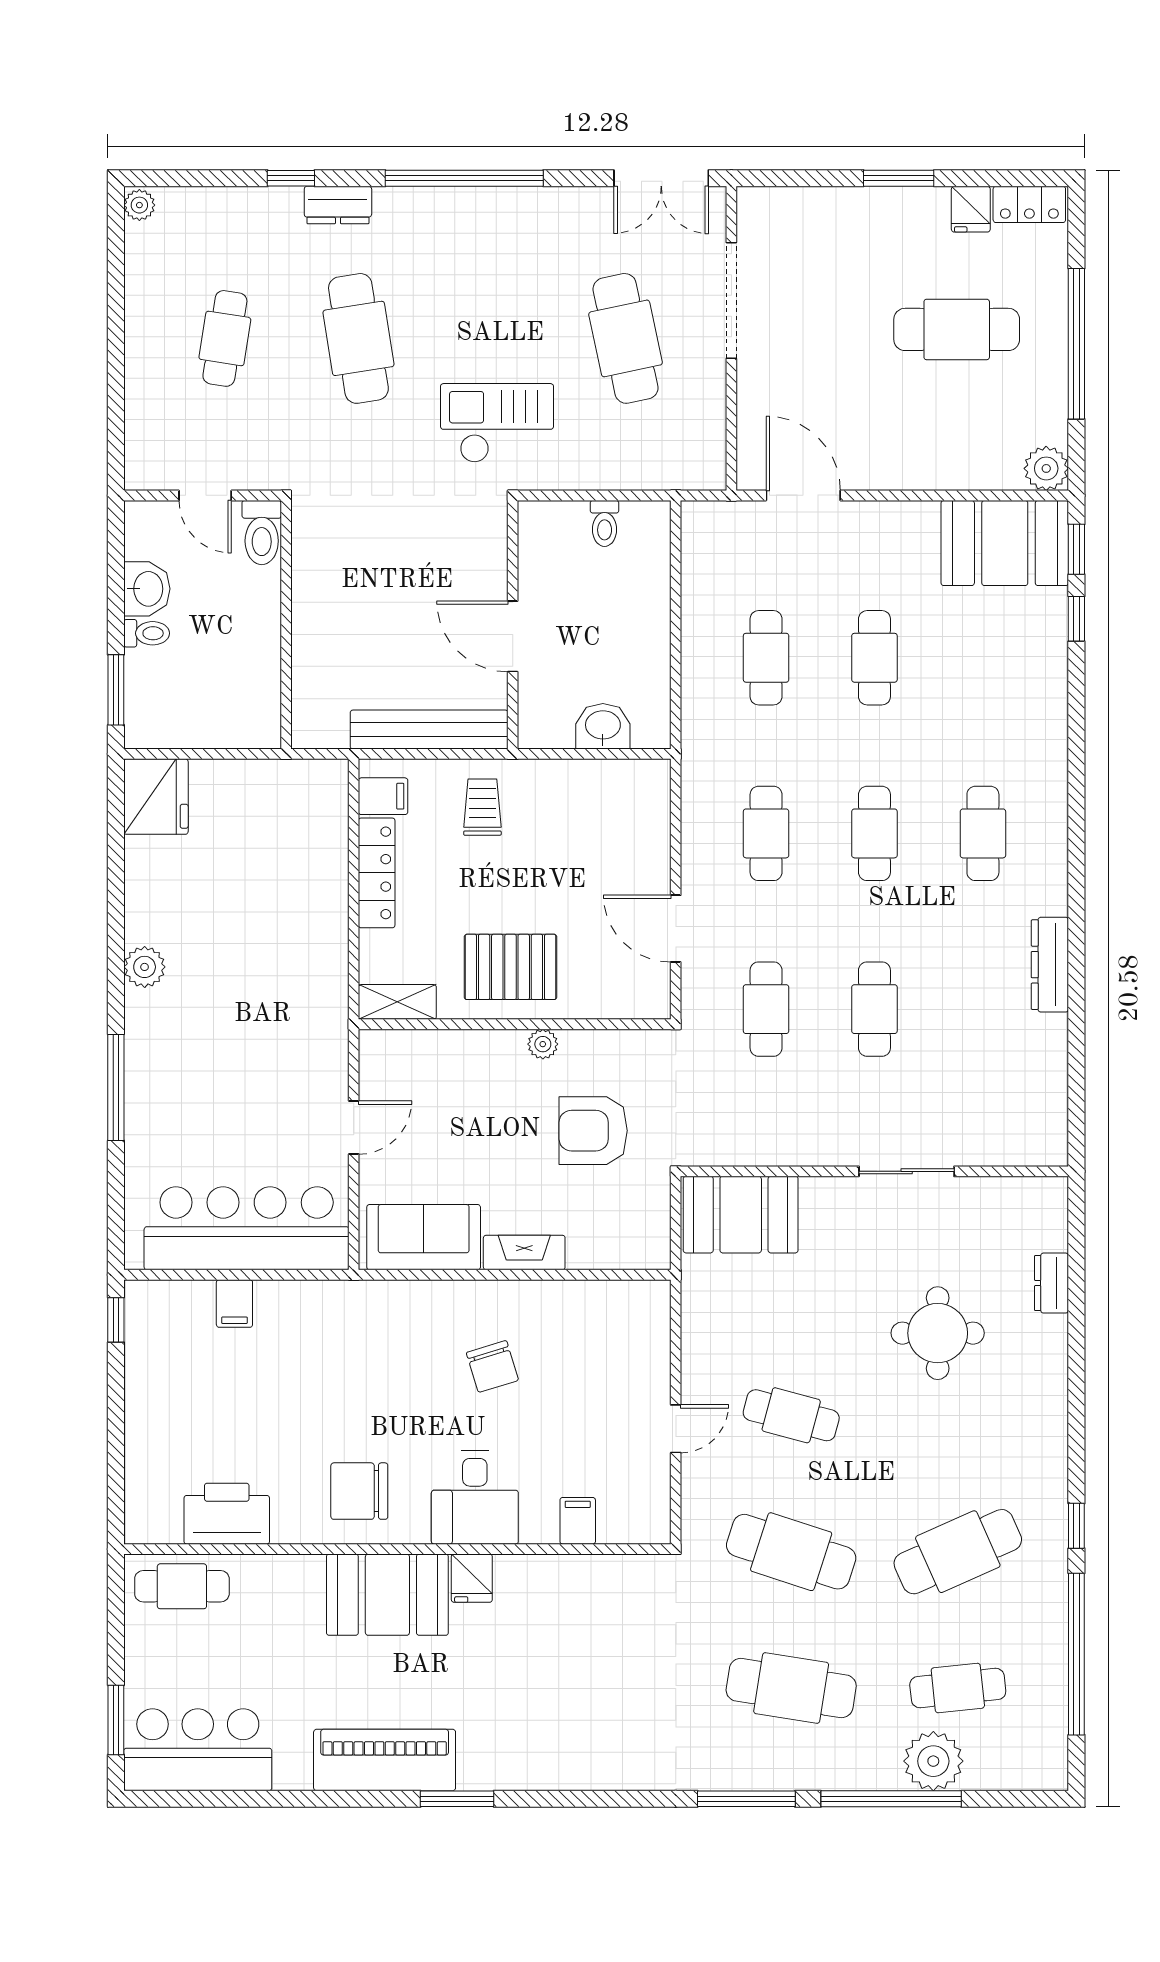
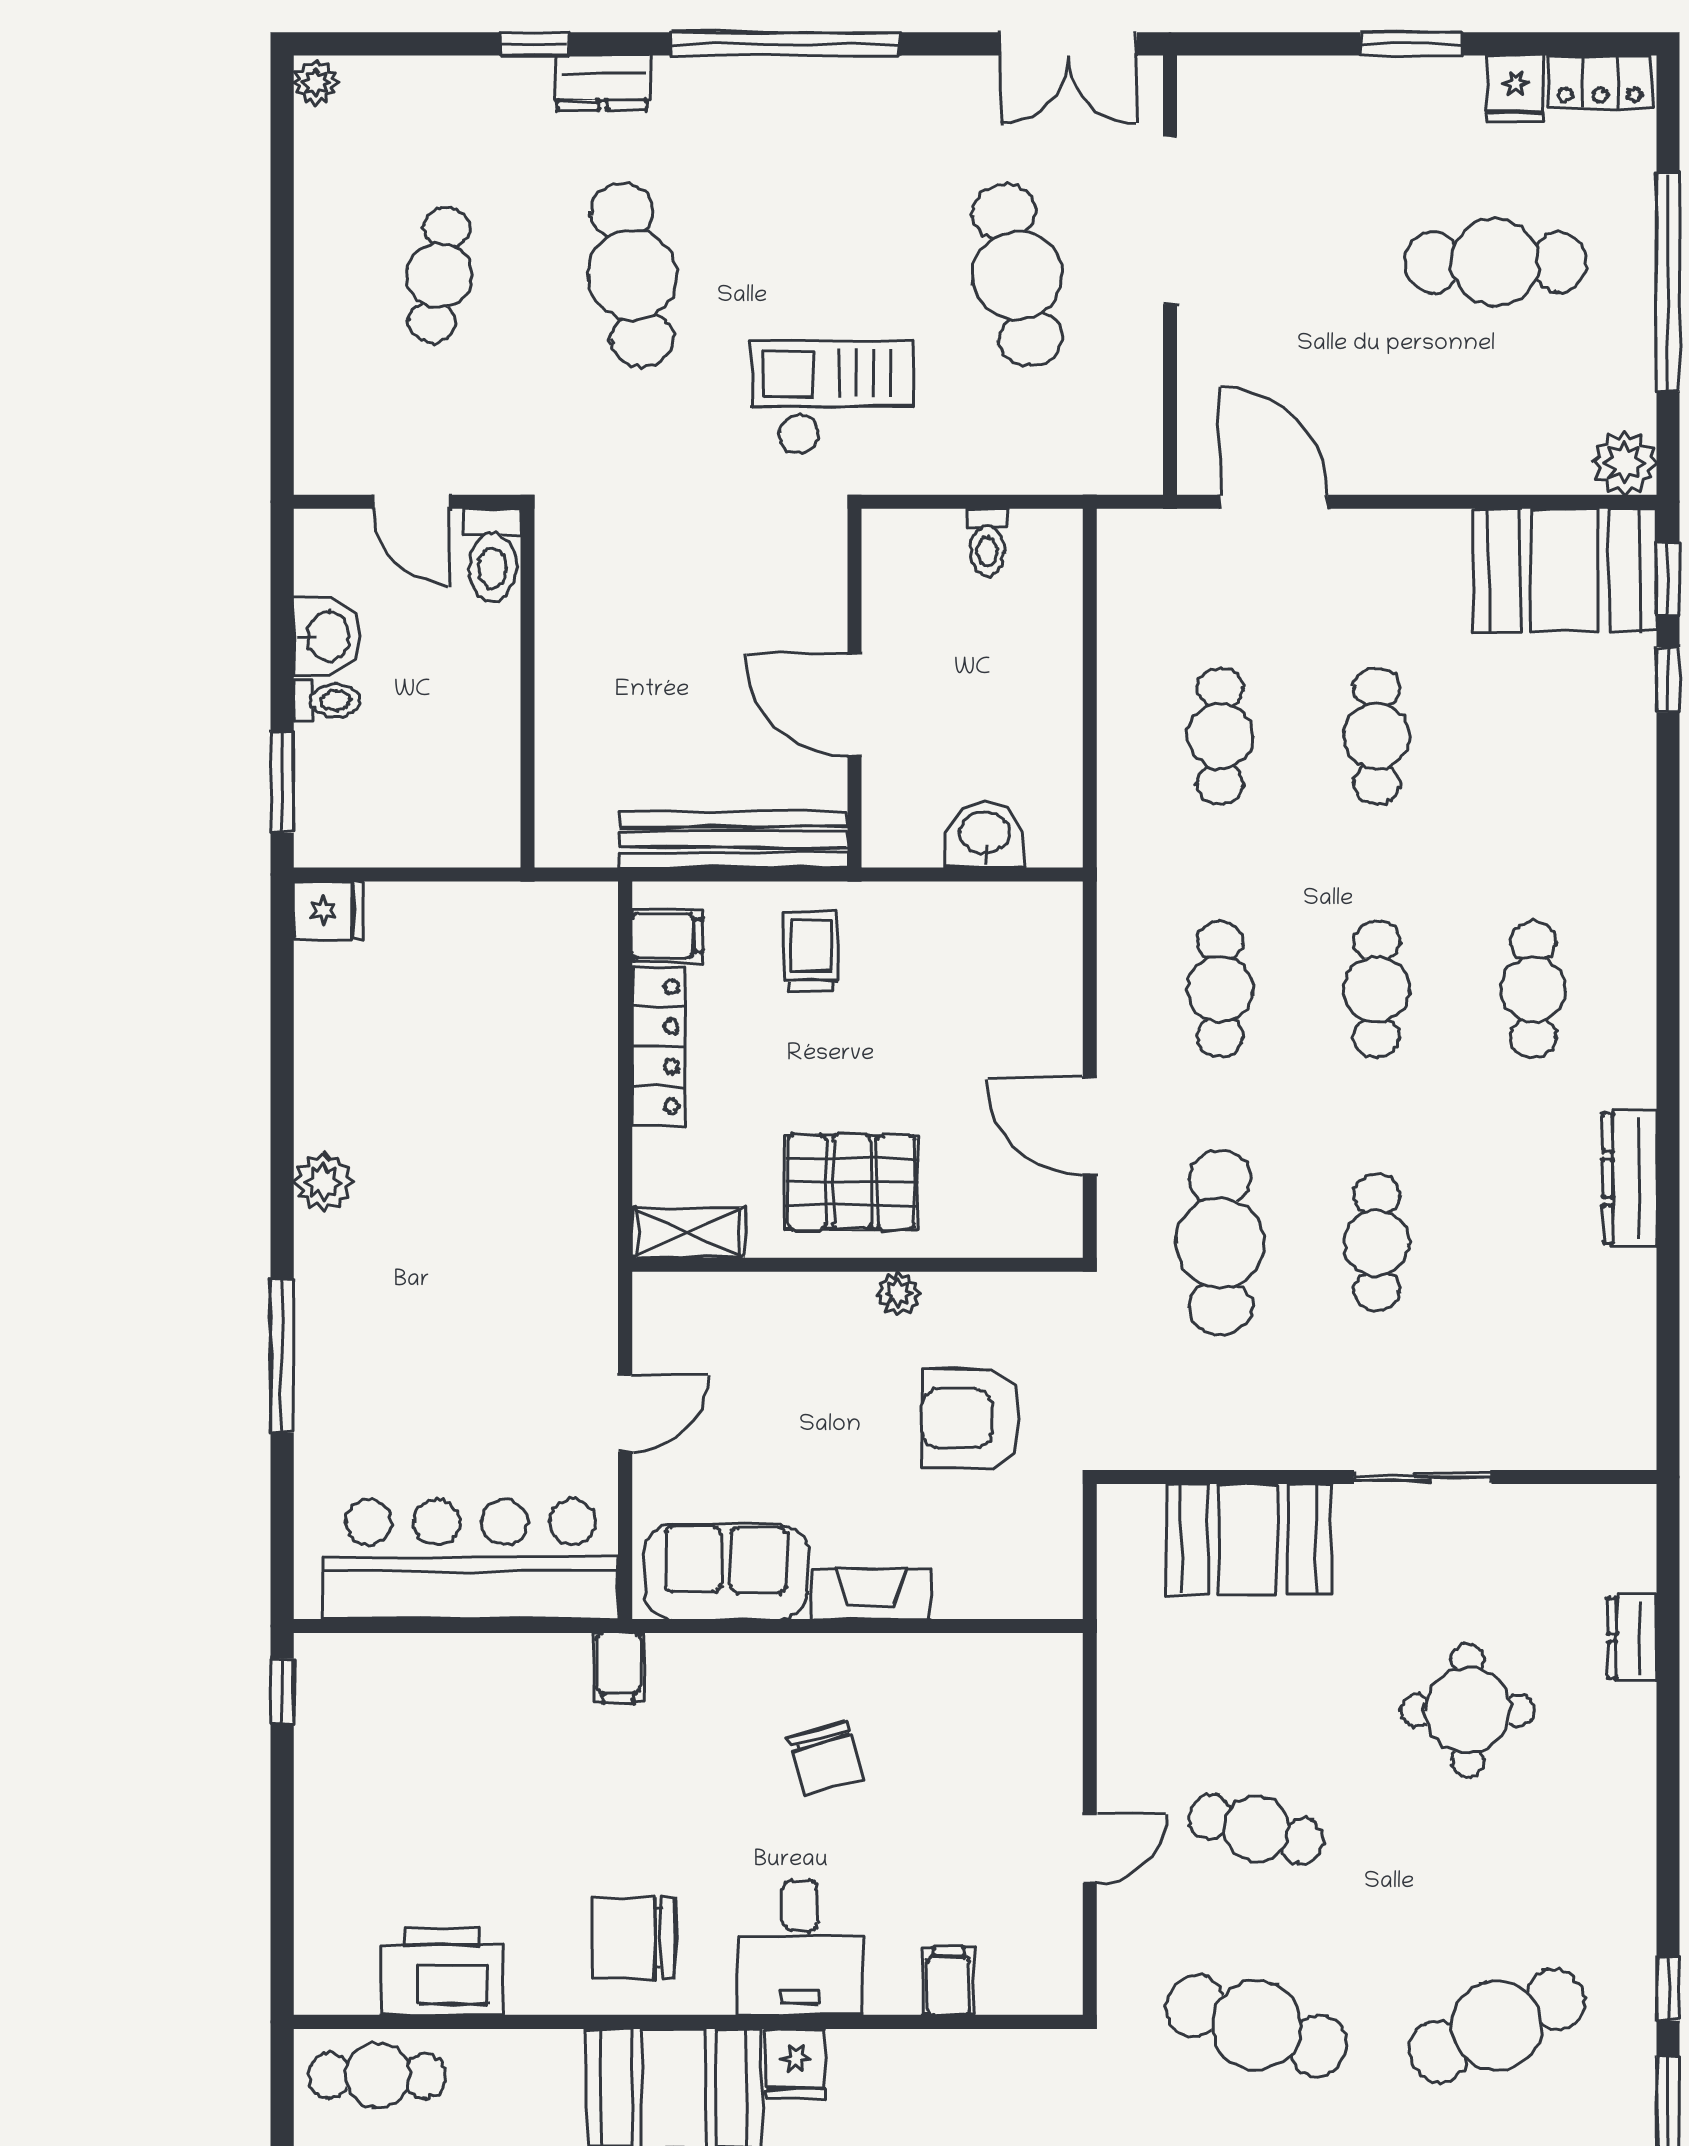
fridge: (156, 797) -> (328, 910), width x0.53, depth x0.75
cafe table: (766, 1009) -> (1220, 1243), width x1.37, depth x1.35
booth: (741, 1215) -> (1248, 1539), moved
filing cabinet: (234, 1303) -> (619, 1668), moved

